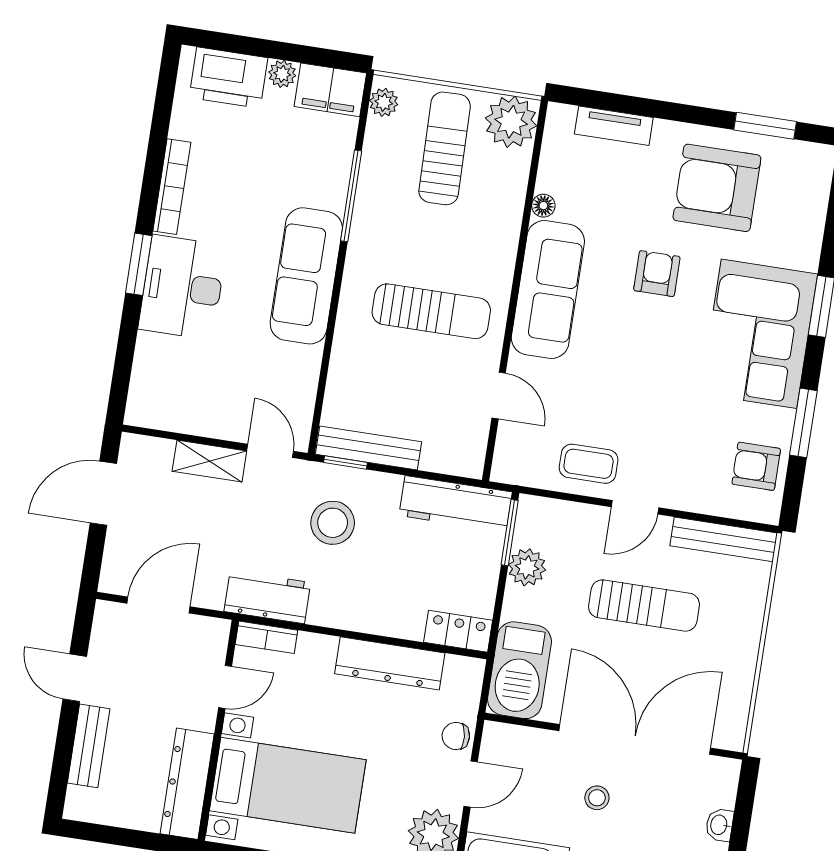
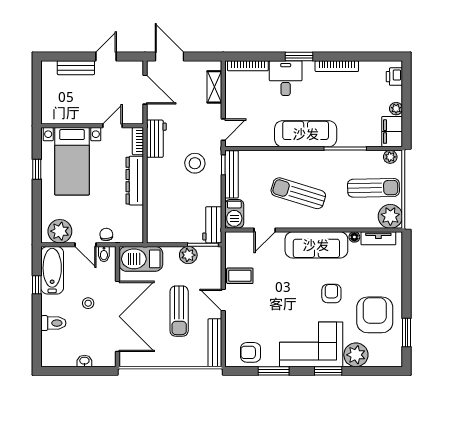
printer: (228, 78) -> (394, 77), width x0.53, depth x0.68
tv unit: (614, 126) -> (378, 238), moved, turned -90
plant: (796, 241) -> (356, 355), added
armchair: (657, 274) -> (331, 294), turned -90
desk: (182, 287) -> (286, 78), width x0.73
sun lounger: (431, 311) -> (298, 193), turned 107
bookcase: (142, 377) -> (248, 66), added
barbecue: (454, 455) -> (234, 214), added
shelving: (209, 461) -> (214, 87), moved
coffee table: (589, 464) -> (240, 276), turned 90
armchair: (756, 466) -> (251, 352), turned -90
door: (103, 493) -> (169, 57), moved
workbench: (456, 504) -> (212, 225), width x0.73
locker: (458, 631) -> (154, 228), removed
dresser: (390, 663) -> (135, 181), moved
door: (225, 687) -> (112, 126), swing flipped
bidet: (497, 748) -> (104, 254), added
dresser: (187, 784) -> (66, 115), removed

